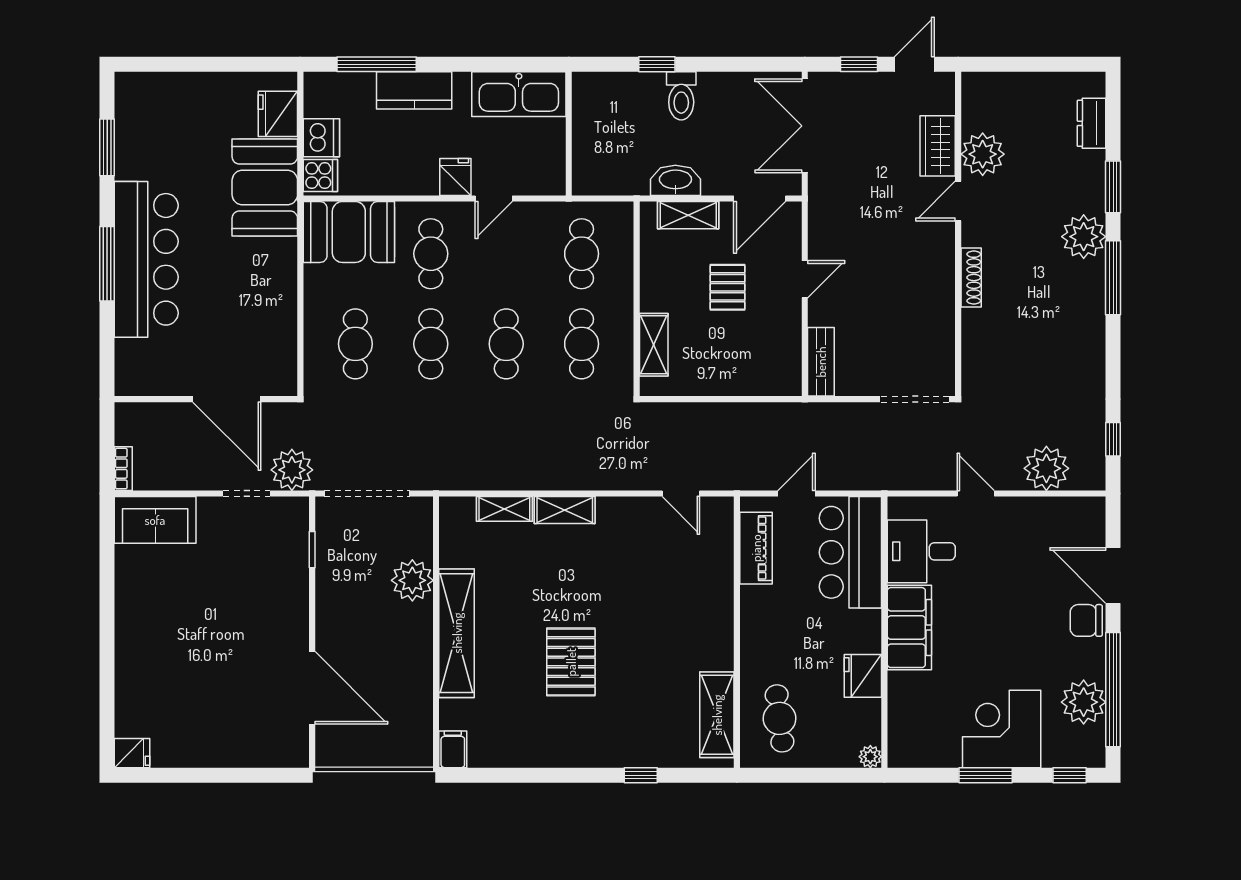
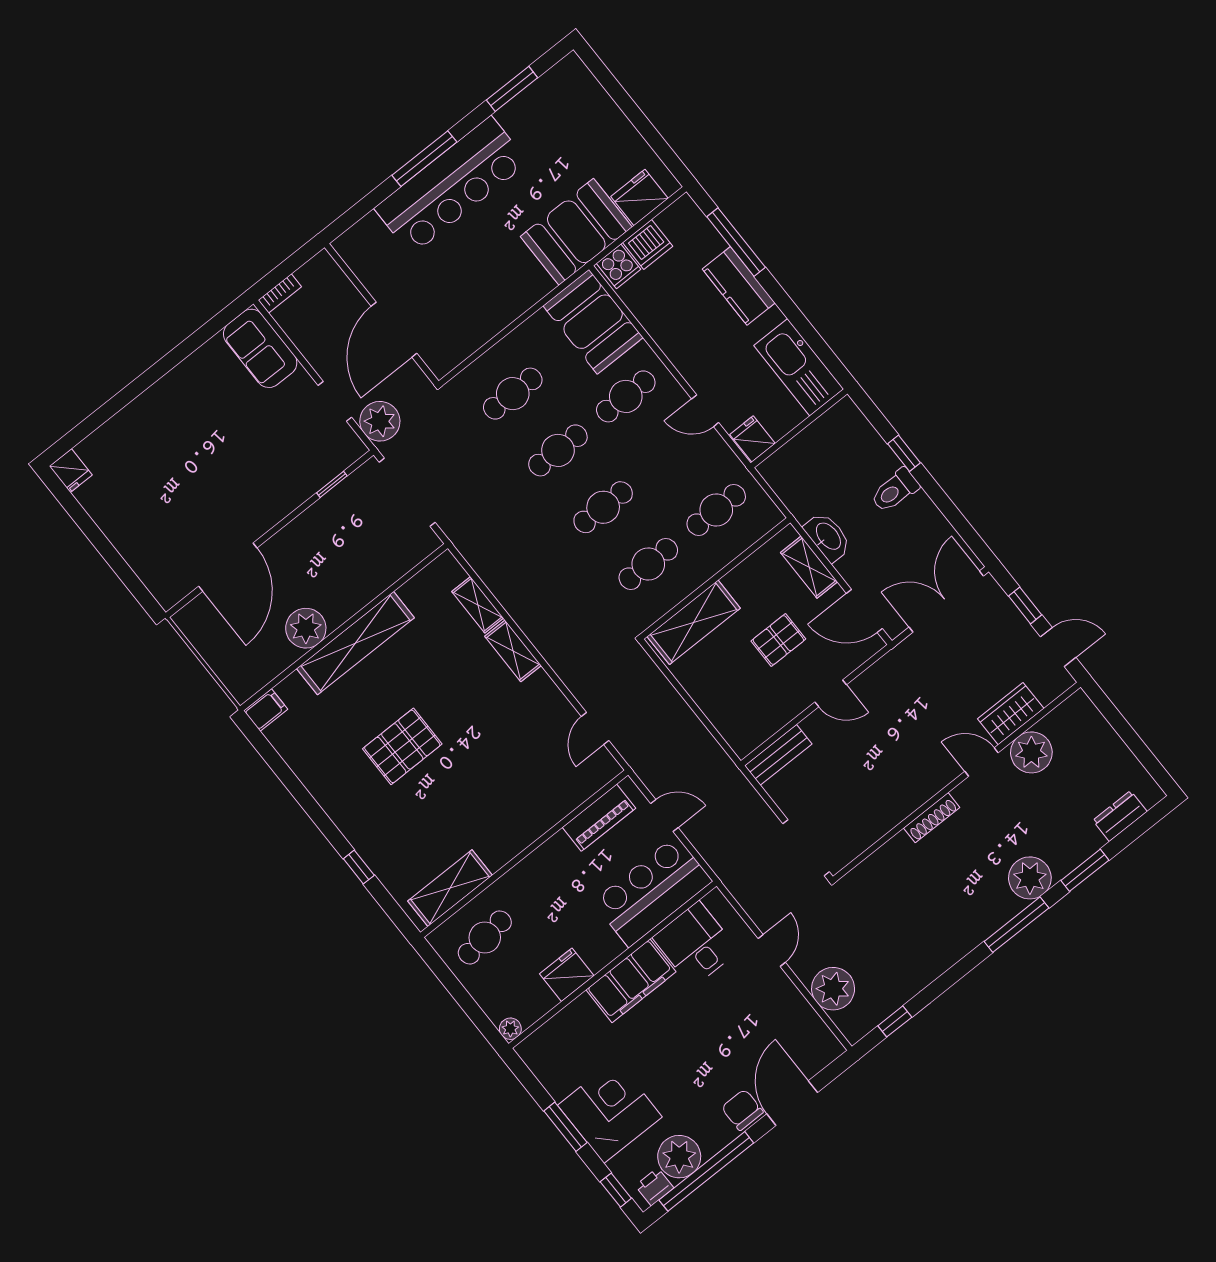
fridge: (455, 177) -> (752, 439), moved, turned -90
shelving: (654, 345) -> (694, 622), width x1.50, depth x1.33
plant: (412, 580) -> (306, 628), moved
printer: (1092, 742) -> (654, 1187), added

